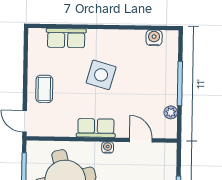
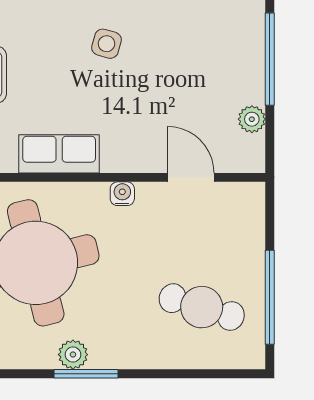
side table: (101, 75) -> (106, 44), width x0.54, depth x0.54
row of seats: (96, 128) -> (59, 154), moved

